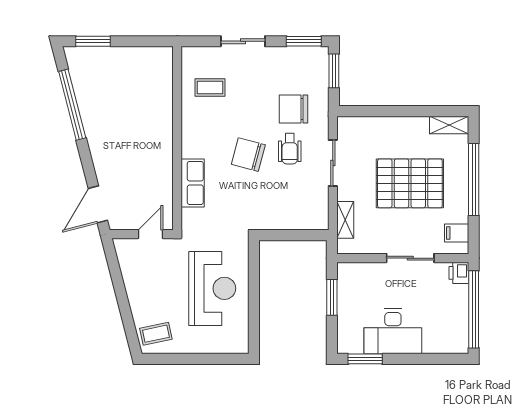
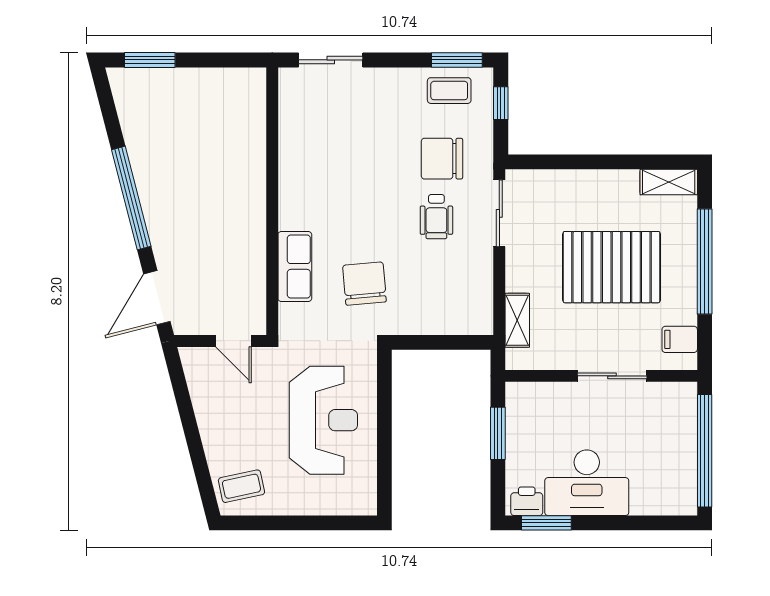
sliding door: (243, 41) -> (331, 60), moved
window: (334, 71) -> (501, 103), width x0.67
coffee table: (210, 88) -> (449, 91), moved
window: (72, 105) -> (131, 198), moved
chair: (248, 155) -> (364, 284), moved, turned 70
sliding door: (333, 163) -> (499, 213), moved
door: (150, 234) -> (233, 341), swing flipped
printer: (459, 273) -> (527, 501), moved, turned 90

